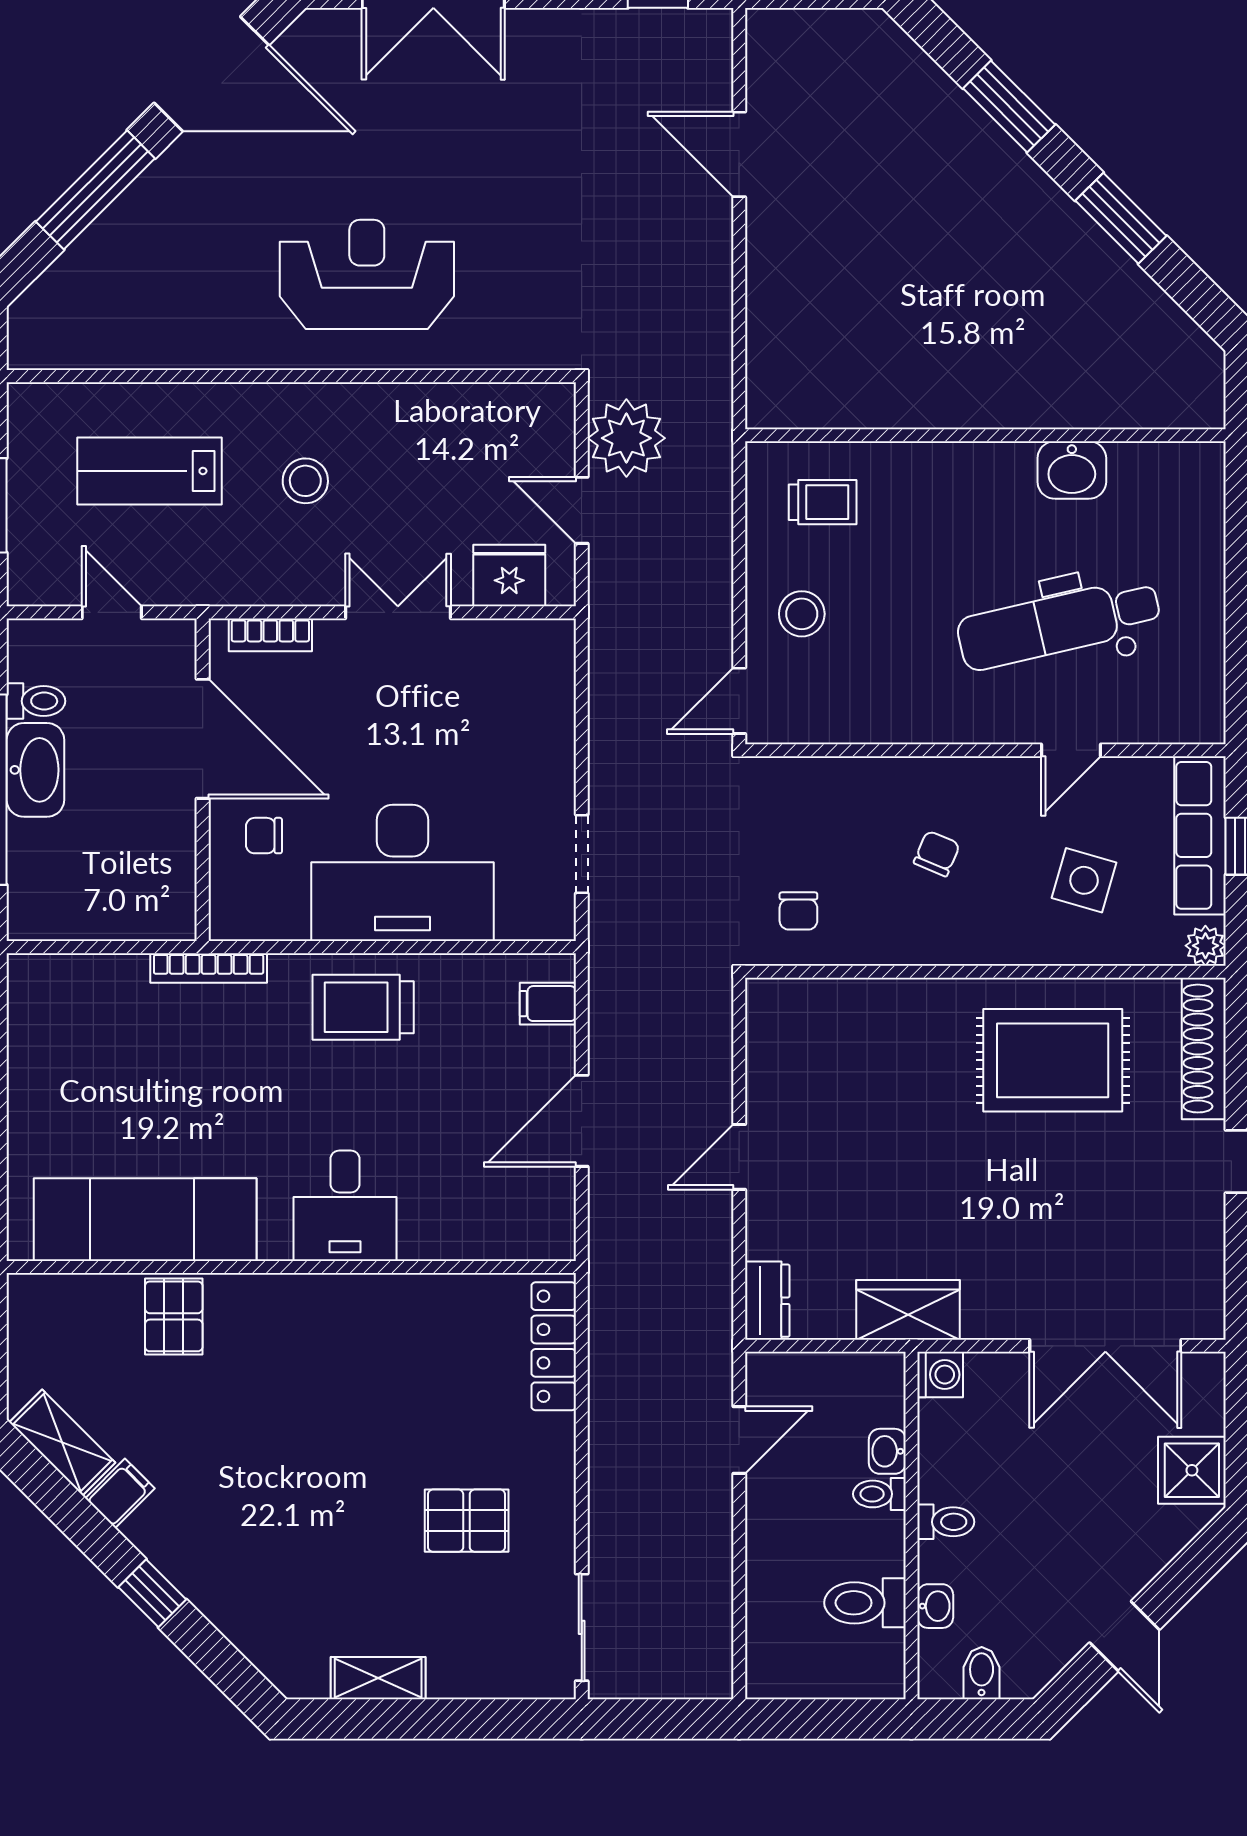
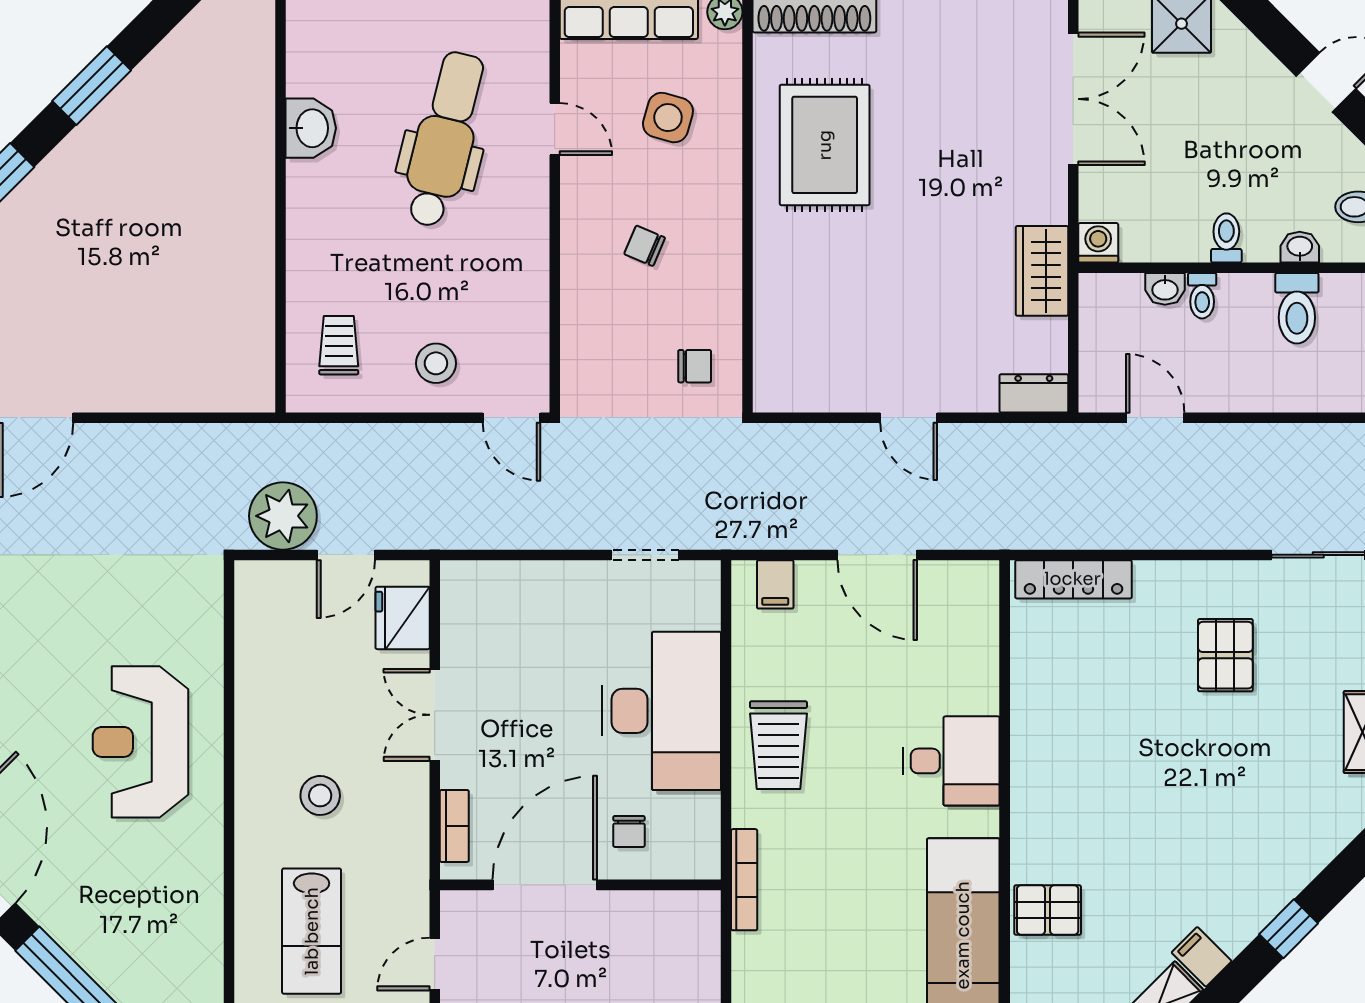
dental chair: (1059, 624) -> (445, 139), turned -153

